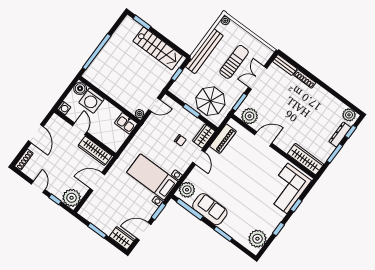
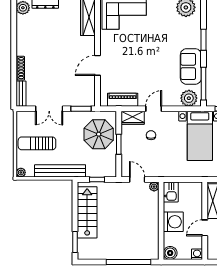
sun lounger: (234, 62) -> (37, 143), moved
washing machine: (92, 101) -> (173, 222), moved
plant: (250, 116) -> (87, 91), removed
door: (263, 139) -> (97, 65), hinge flipped

